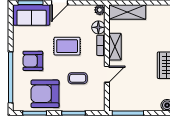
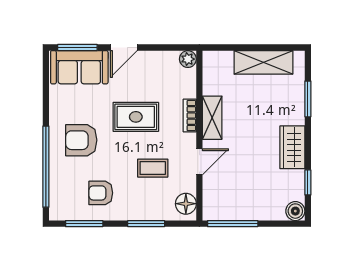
shelving: (127, 12) -> (263, 62), moved
floor lamp: (98, 27) -> (186, 204), moved
armchair: (45, 94) -> (101, 193), width x0.53, depth x0.53

